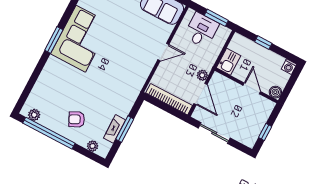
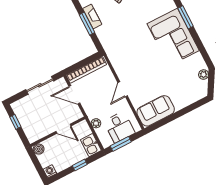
kitchen sink: (228, 62) -> (91, 145), moved
plant: (202, 75) -> (96, 123), moved
door: (252, 88) -> (63, 129), moved

